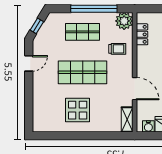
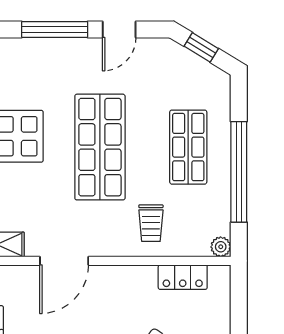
plant: (124, 21) -> (221, 247), width x0.53, depth x0.53
door: (29, 63) -> (119, 29), hinge flipped
window: (29, 93) -> (55, 29), added

